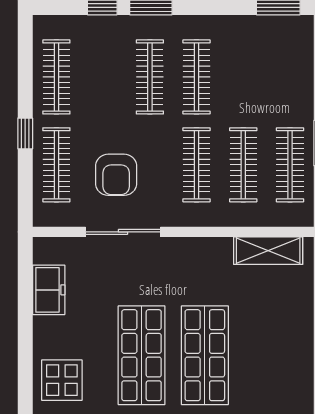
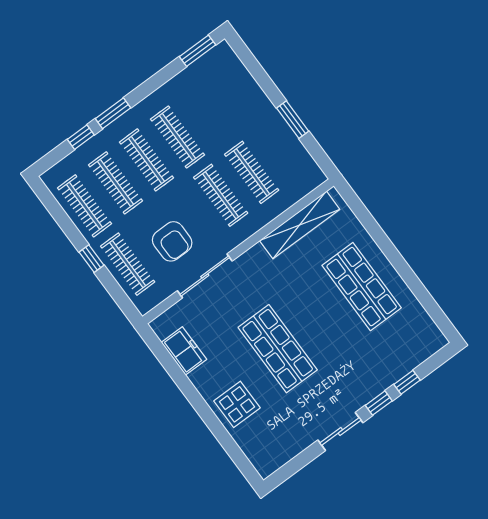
clothes rail: (290, 165) -> (116, 183), moved
shelving: (268, 251) -> (300, 225), width x1.47
shop shelf: (205, 355) -> (362, 287), moved

